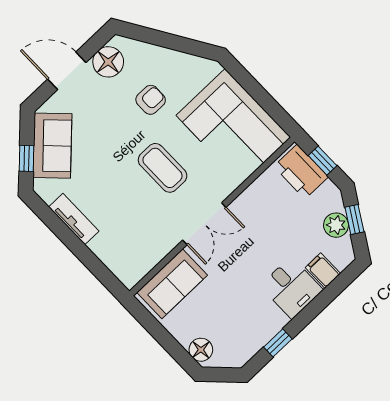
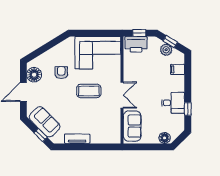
desk: (291, 288) -> (173, 103), moved

